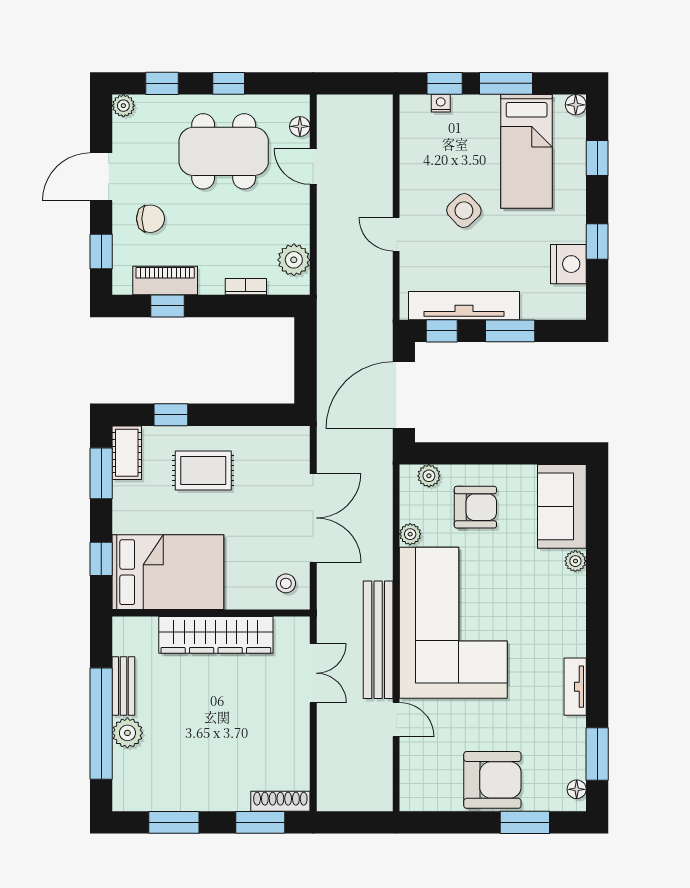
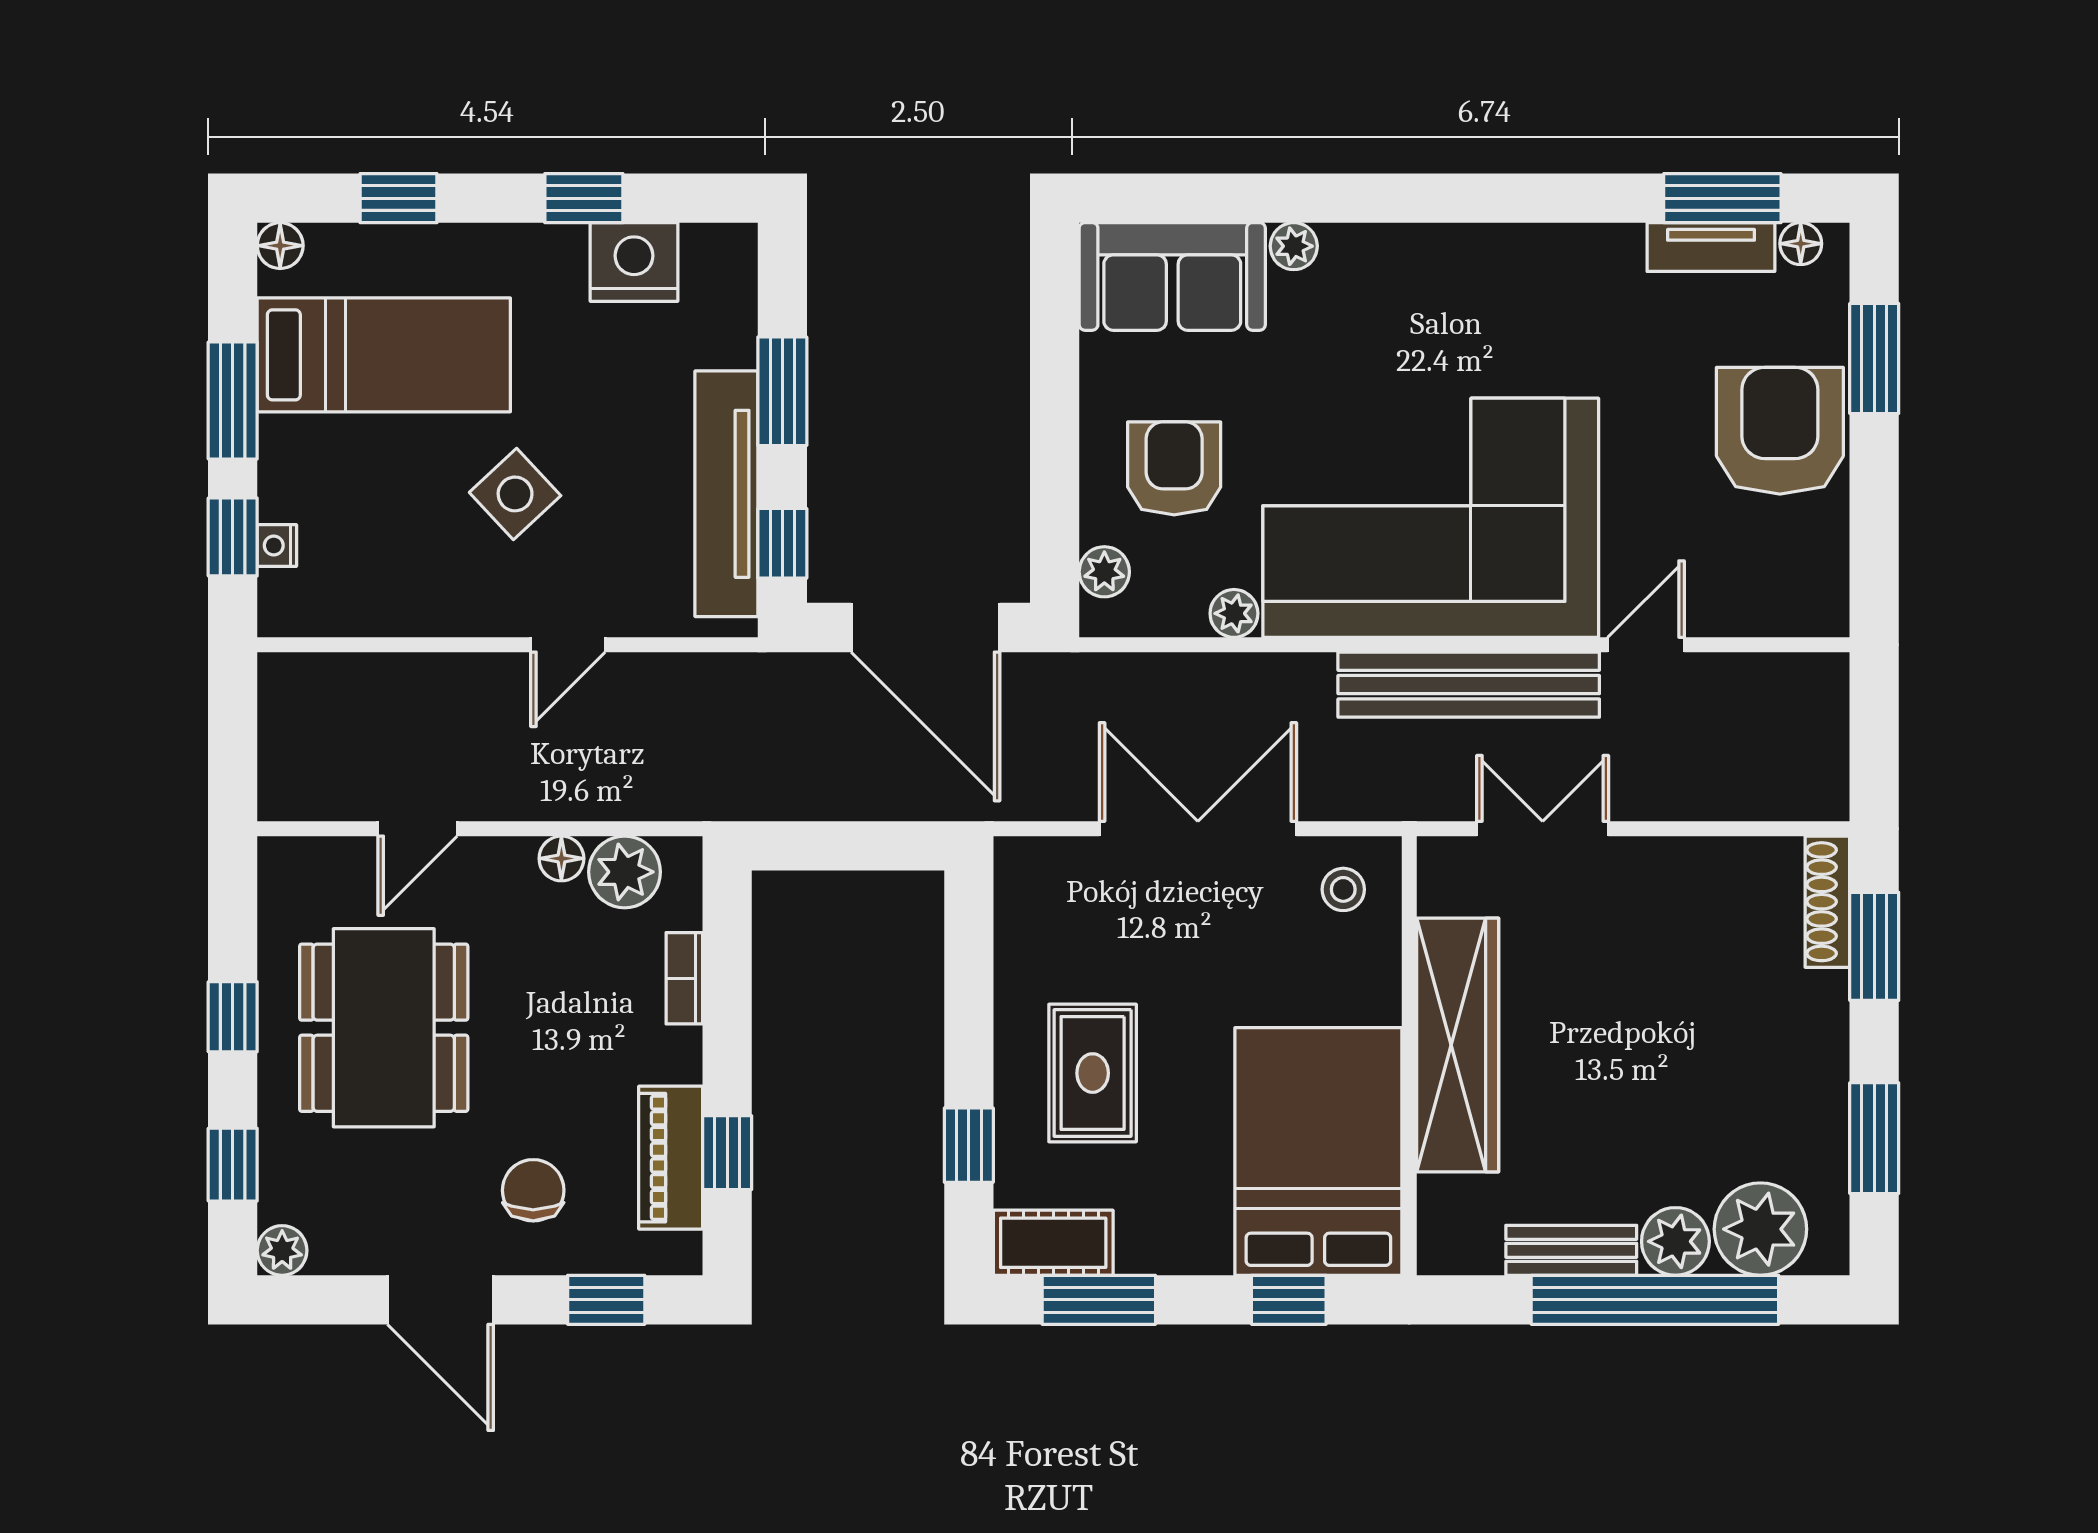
floor lamp: (300, 126) -> (561, 858), moved
tv unit: (575, 687) -> (1711, 247), moved
plant: (133, 771) -> (1760, 1229), added

